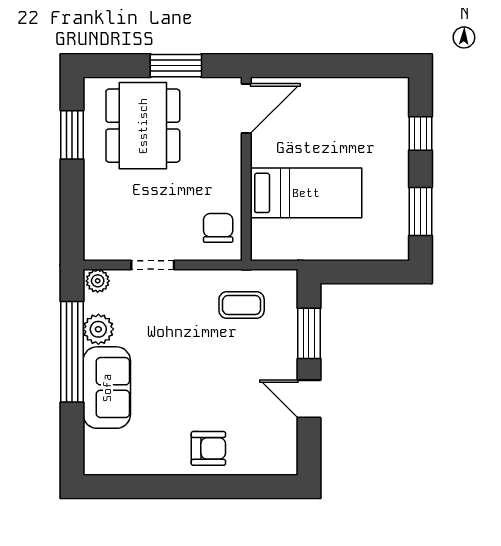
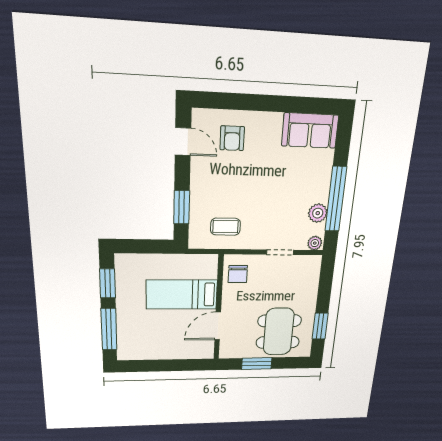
door: (246, 109) -> (218, 326), moved
window: (420, 133) -> (109, 329), width x2.17
sofa: (107, 388) -> (310, 131), moved, turned -90
door: (309, 399) -> (183, 142), moved
armchair: (208, 448) -> (232, 138), moved, turned -90

